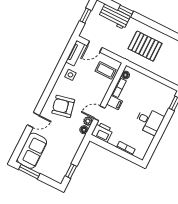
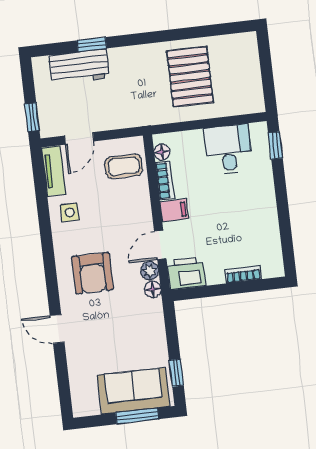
window: (85, 16) -> (32, 117), moved
pallet: (145, 46) -> (190, 76), moved, turned 90
armchair: (63, 106) -> (92, 273), turned -78
door: (33, 120) -> (57, 329), swing flipped
desk: (149, 121) -> (228, 149), moved, turned -90
sofa: (32, 151) -> (134, 391), moved, turned -90
window: (29, 172) -> (137, 416), moved

